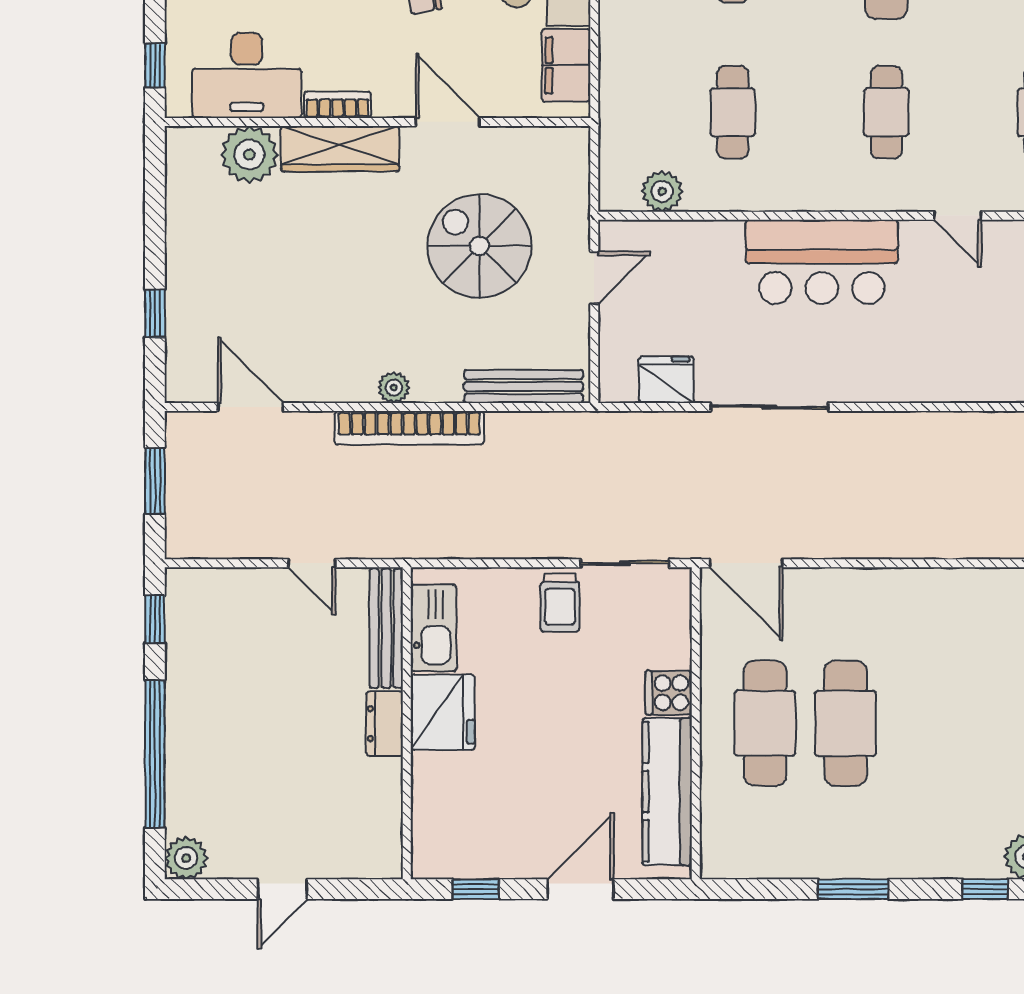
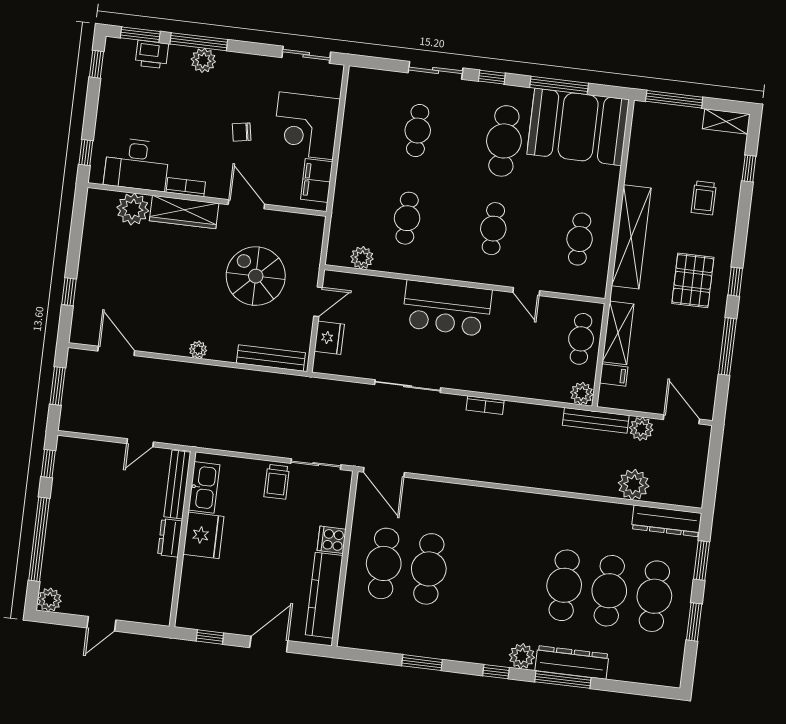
fridge: (666, 380) -> (329, 338), moved, turned 90
bookcase: (409, 428) -> (485, 405), moved, width x0.43, depth x0.76
door: (312, 563) -> (140, 443), hinge flipped

